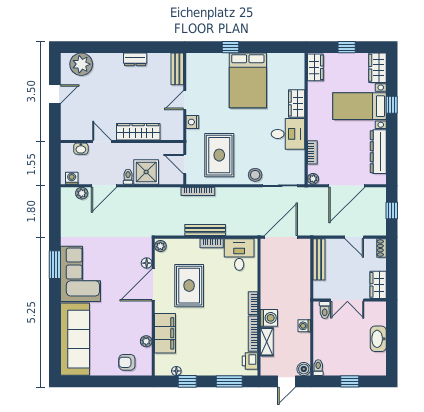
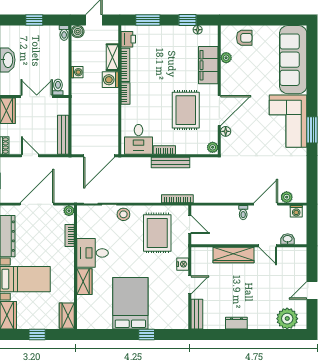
shower: (146, 172) -> (226, 217), removed

